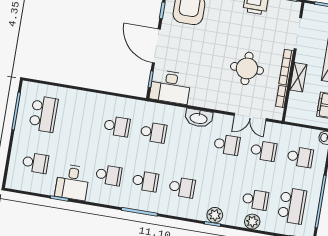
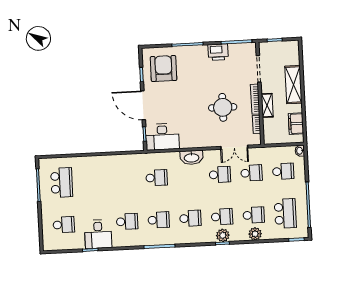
school desk: (117, 126) -> (222, 217), moved

